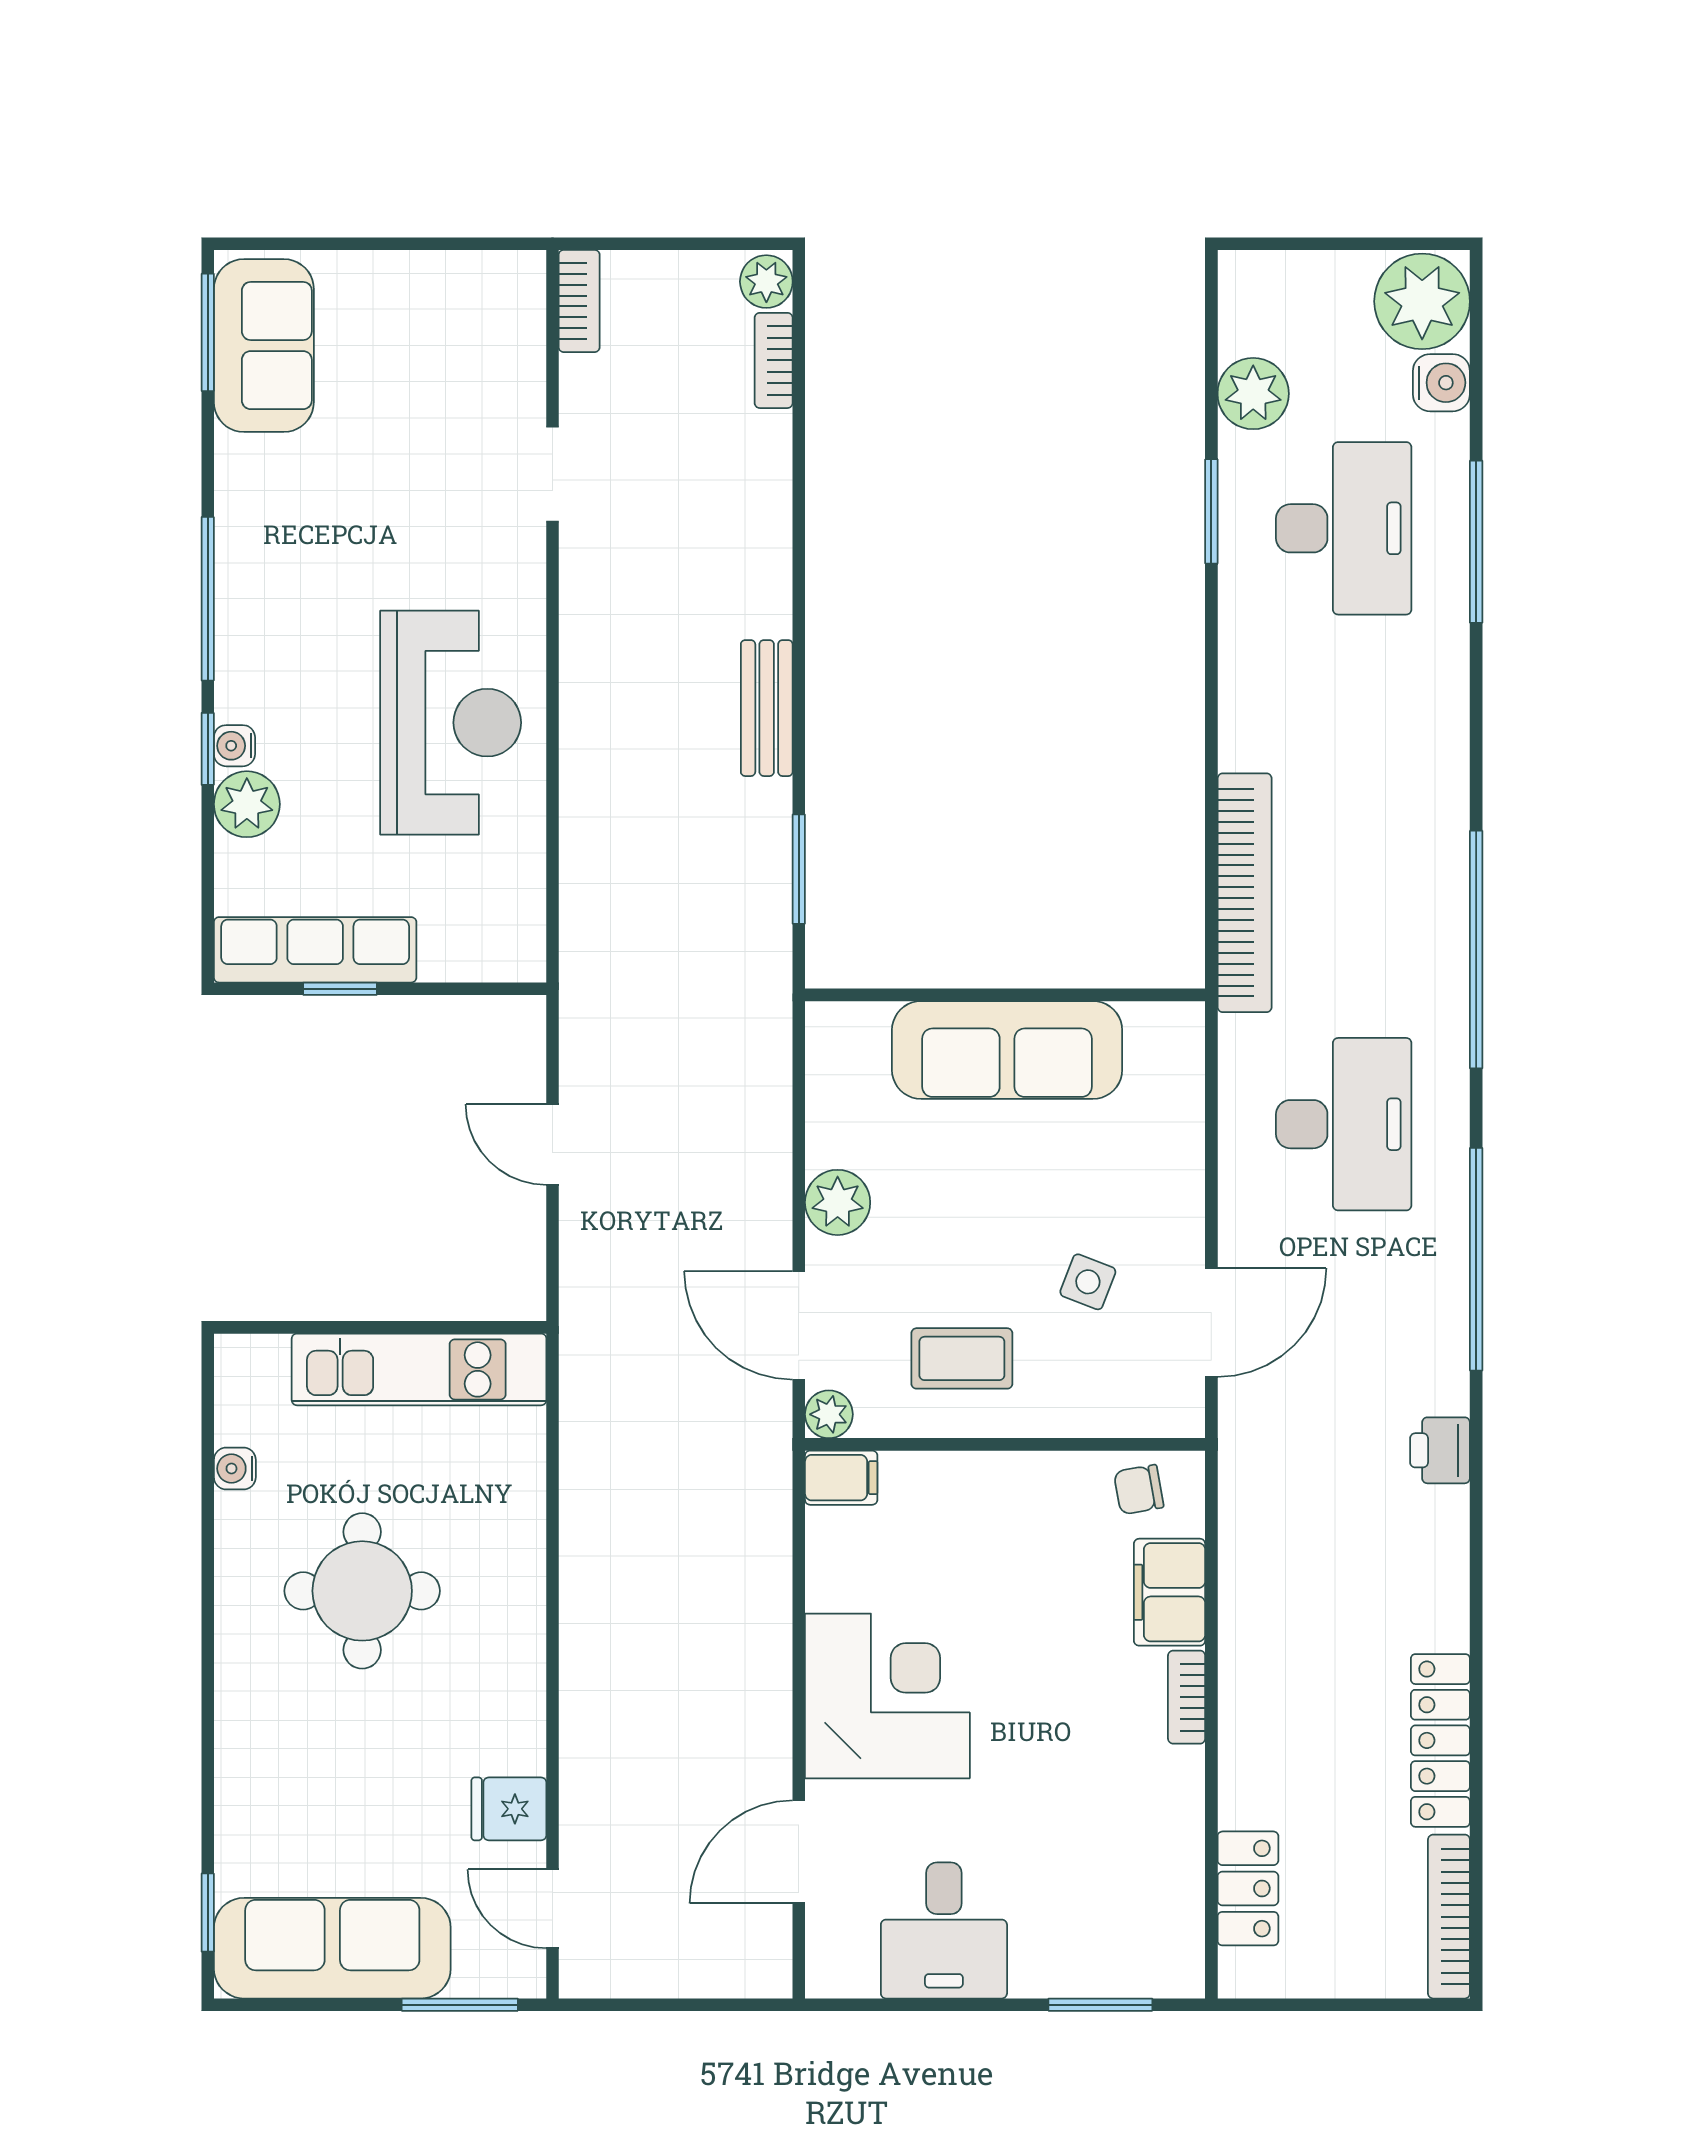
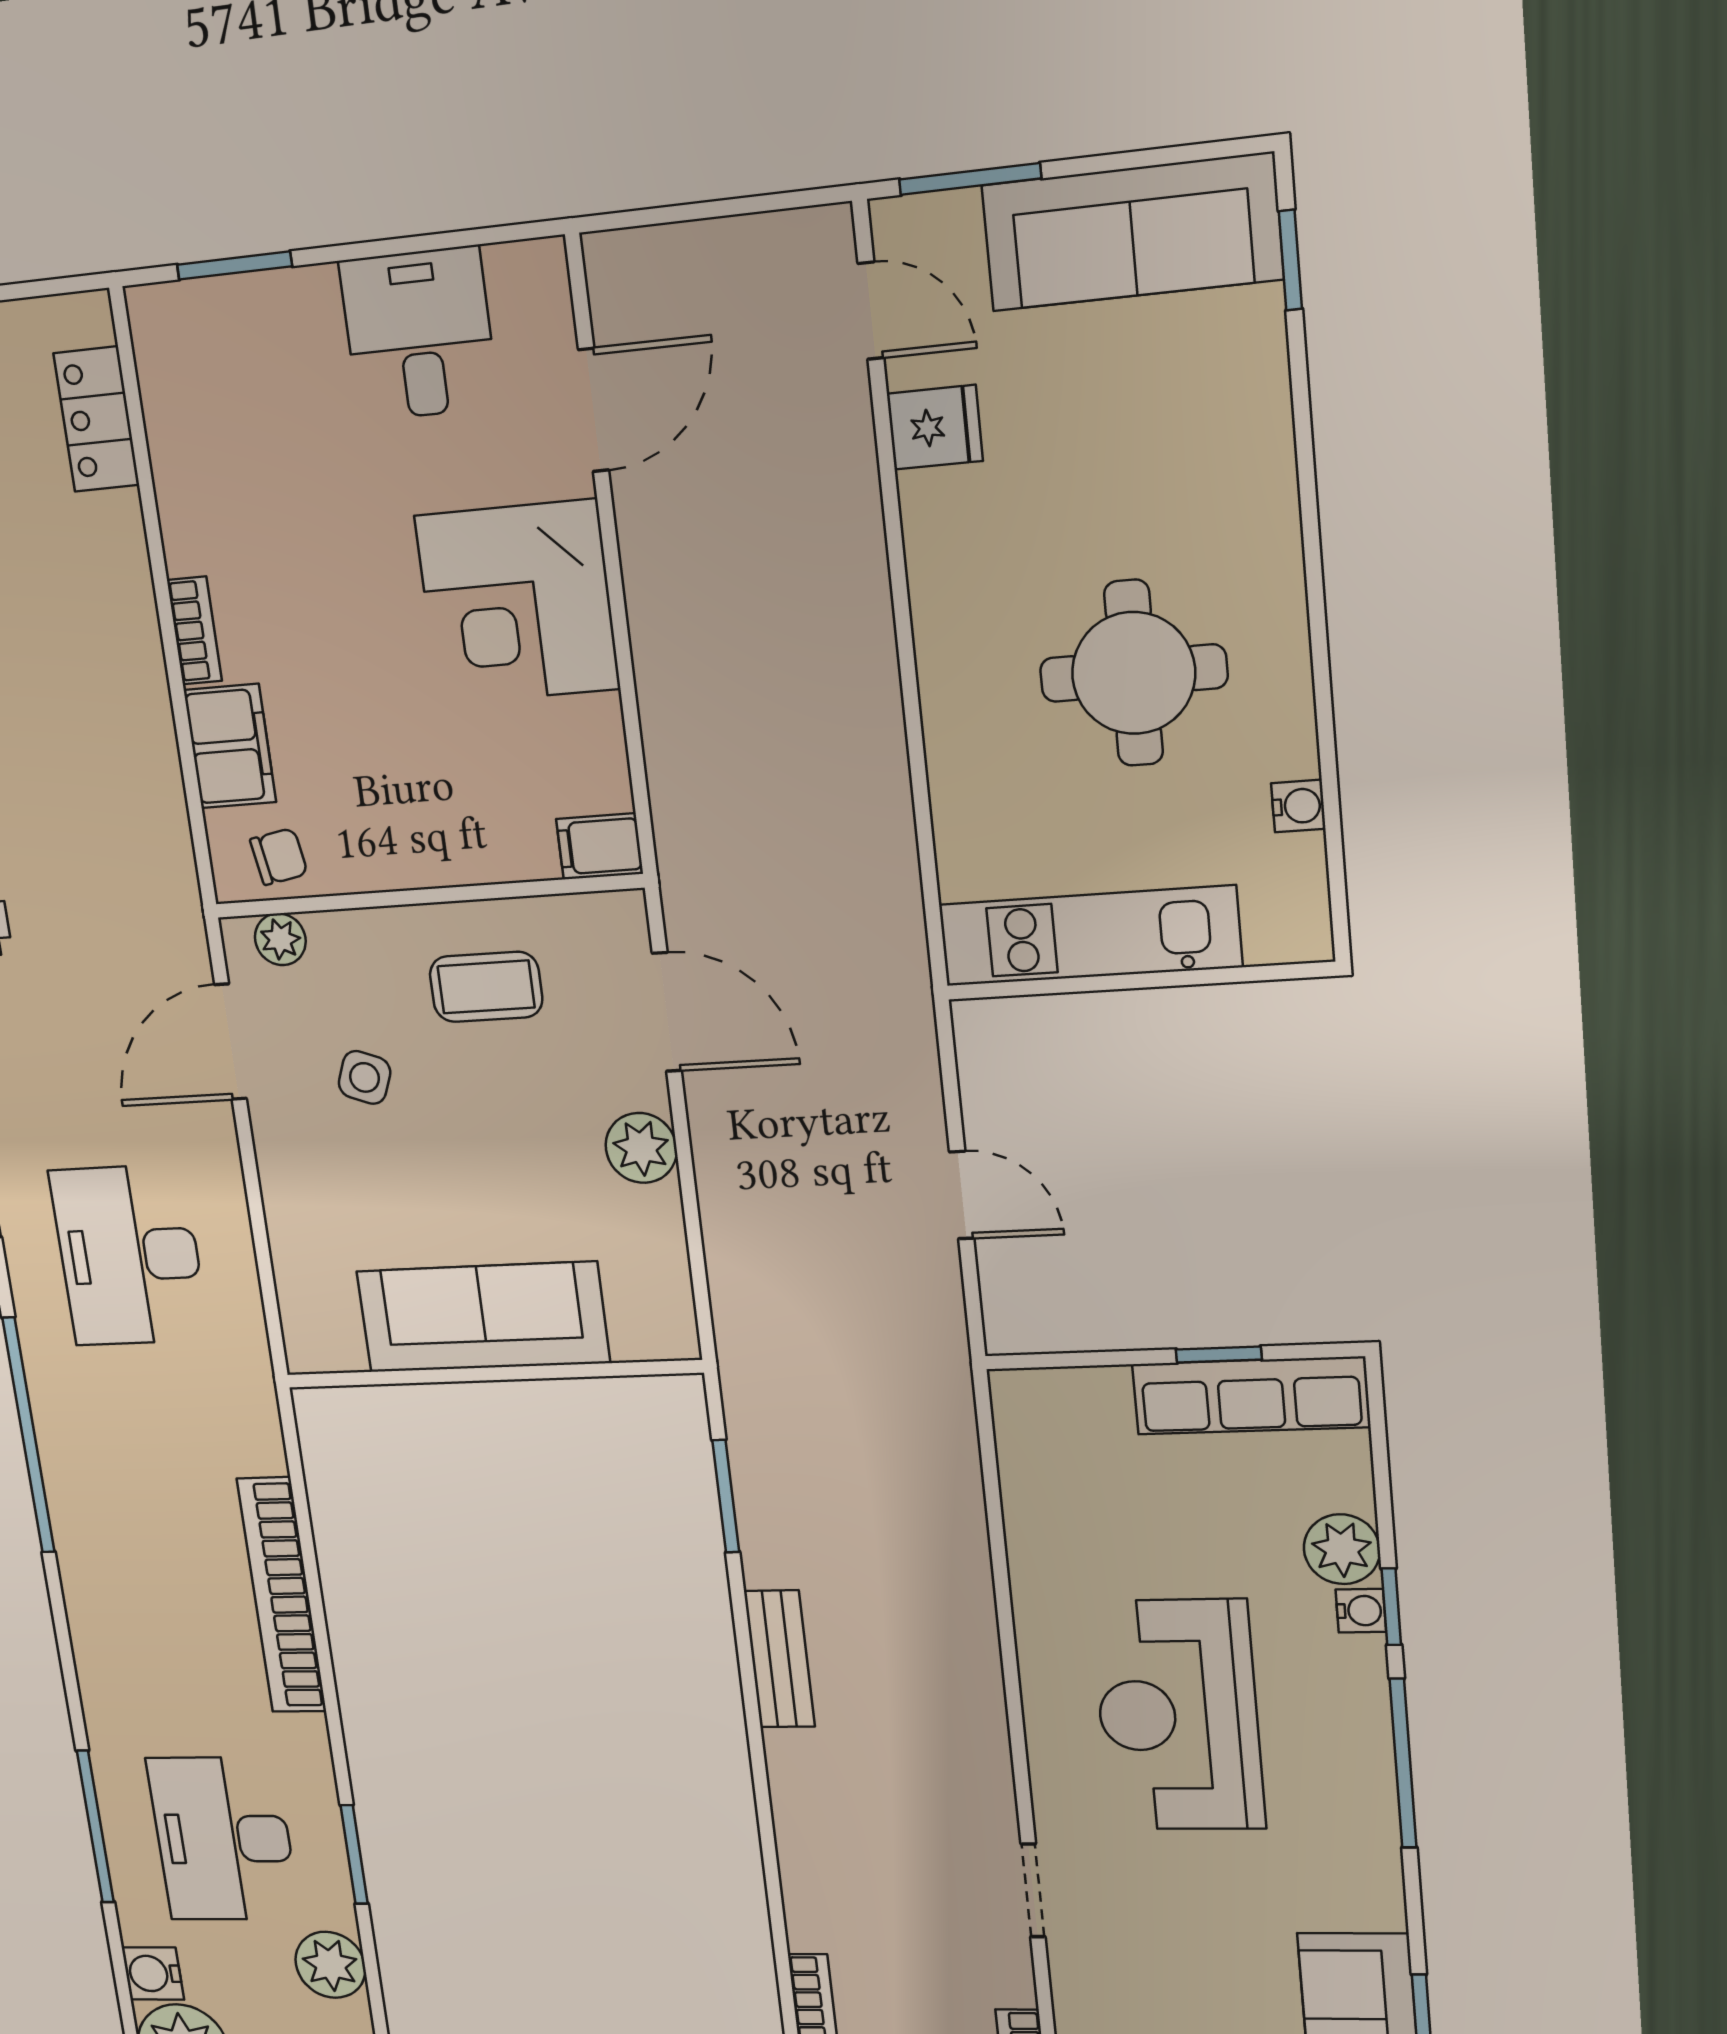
reception desk: (451, 723) -> (1178, 1715), moved
bookcase: (1245, 893) -> (282, 1595), moved
plant: (829, 1414) -> (280, 939), moved

